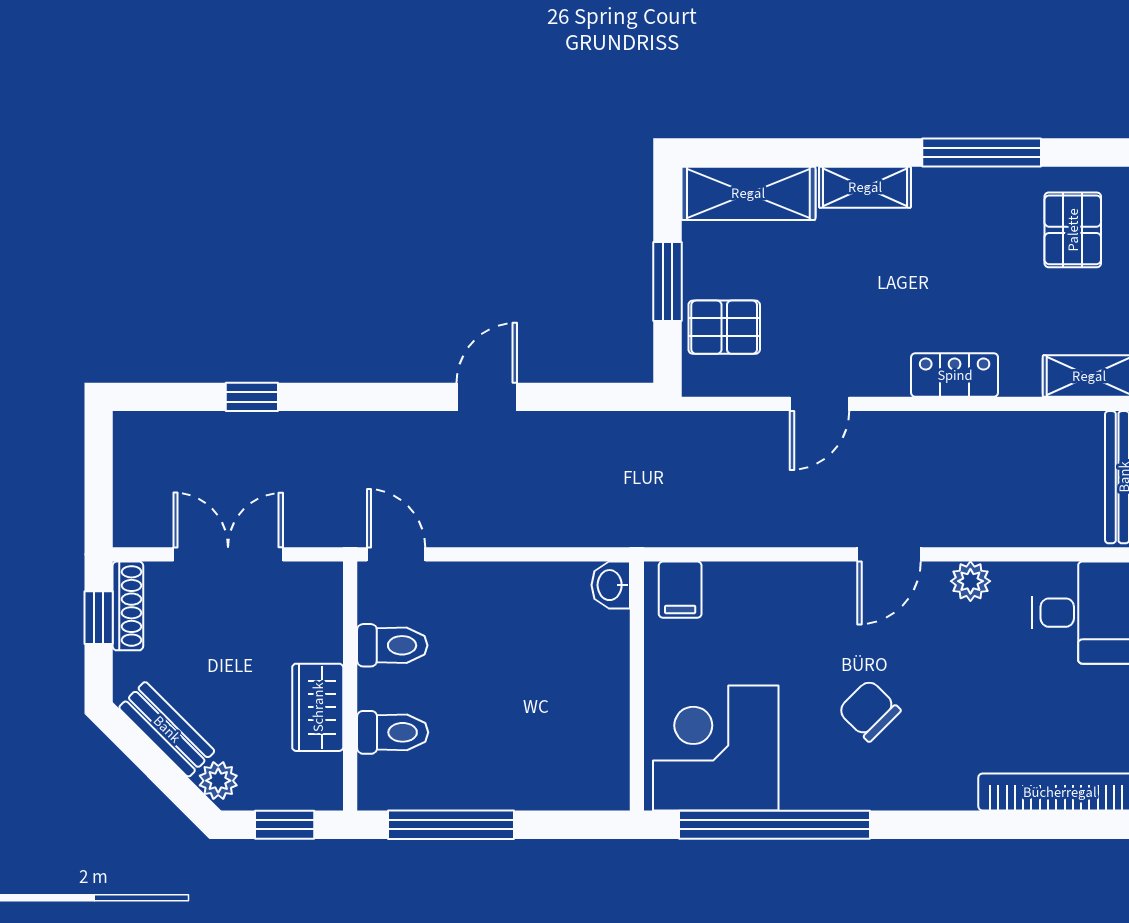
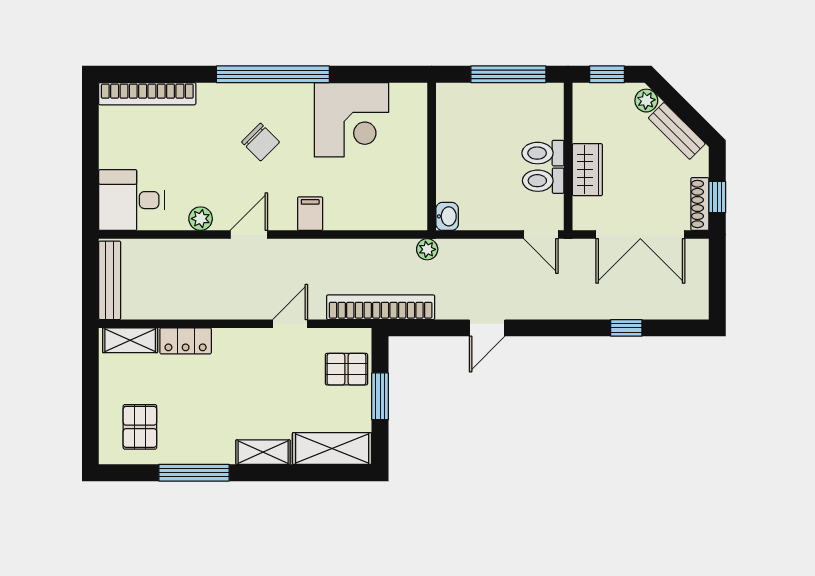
locker: (955, 375) -> (186, 341), moved
bookcase: (667, 432) -> (381, 307), added
plant: (588, 529) -> (427, 249), added
double door: (228, 554) -> (640, 235), width x1.37
washbasin: (611, 585) -> (447, 216), moved
filing cabinet: (680, 590) -> (310, 214), moved
wall: (637, 686) -> (432, 157), moved
wardrobe: (318, 707) -> (587, 170), moved
toilet: (393, 732) -> (543, 153), moved
window: (775, 825) -> (273, 74), moved

